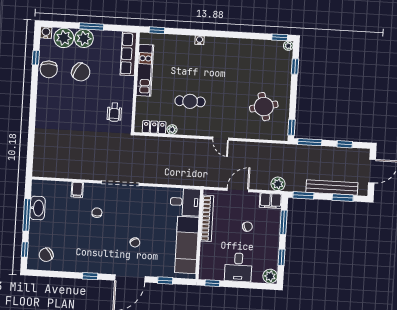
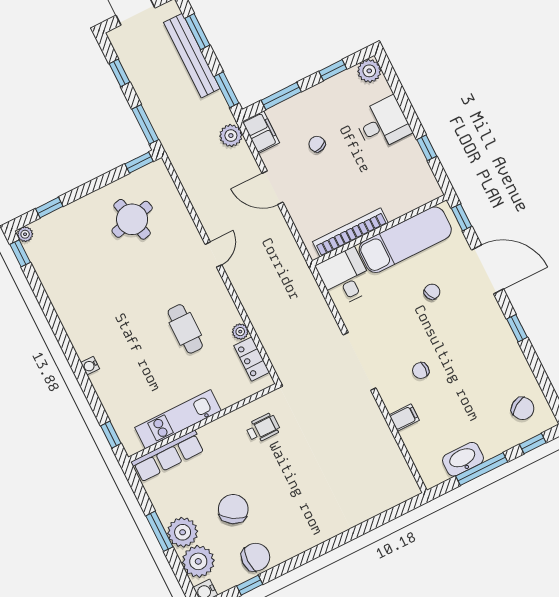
desk: (185, 202) -> (345, 277), moved
bookcase: (207, 218) -> (350, 232), moved
wall: (199, 234) -> (379, 230), moved
exam couch: (187, 245) -> (405, 240), moved

